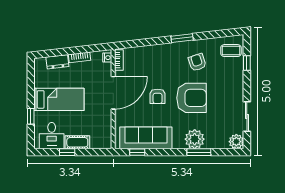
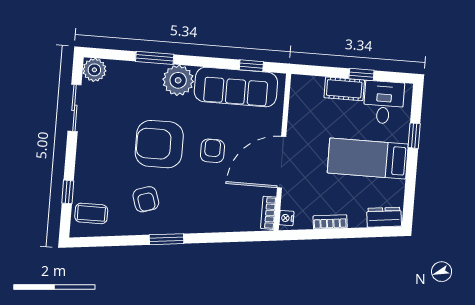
dresser: (57, 62) -> (384, 217), moved
plant: (195, 139) -> (178, 80), moved

